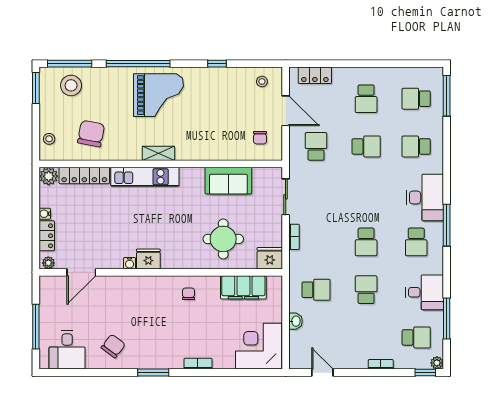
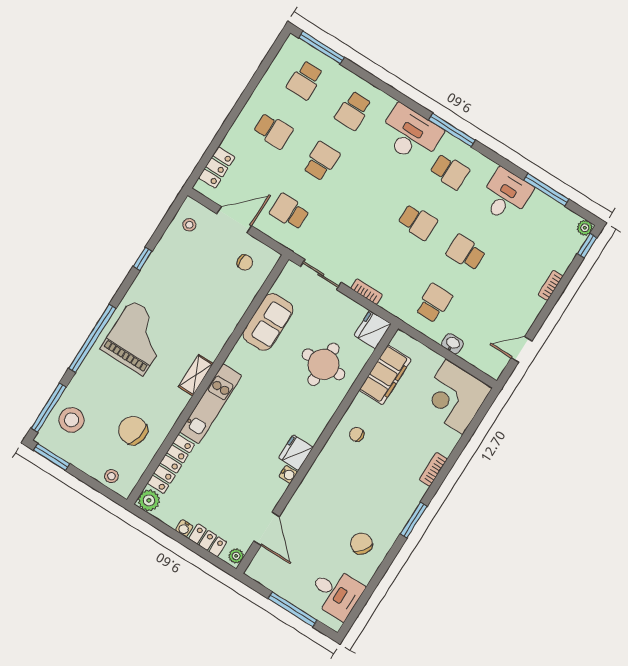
school desk: (416, 337) -> (546, 232), removed

